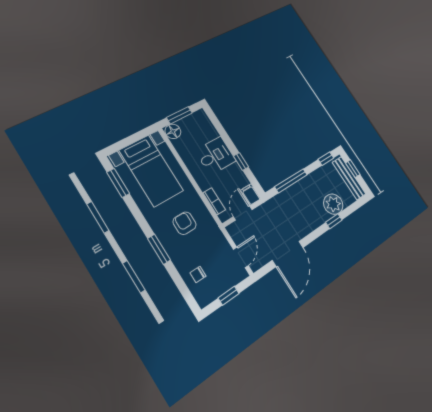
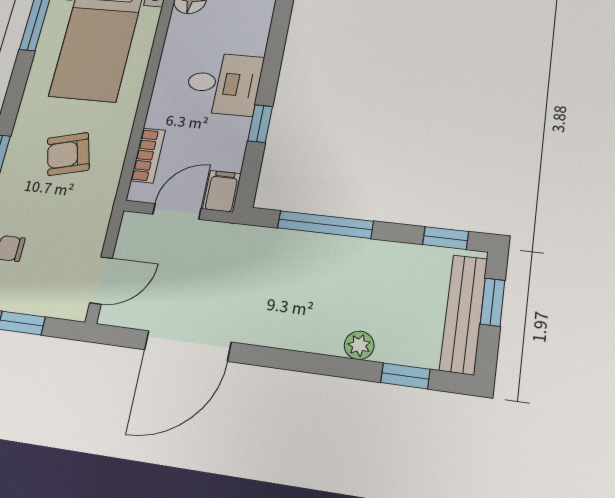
plant: (333, 204) -> (359, 345), width x0.53, depth x0.53
window: (334, 221) -> (405, 376), moved
armchair: (185, 223) -> (68, 154), turned -105

